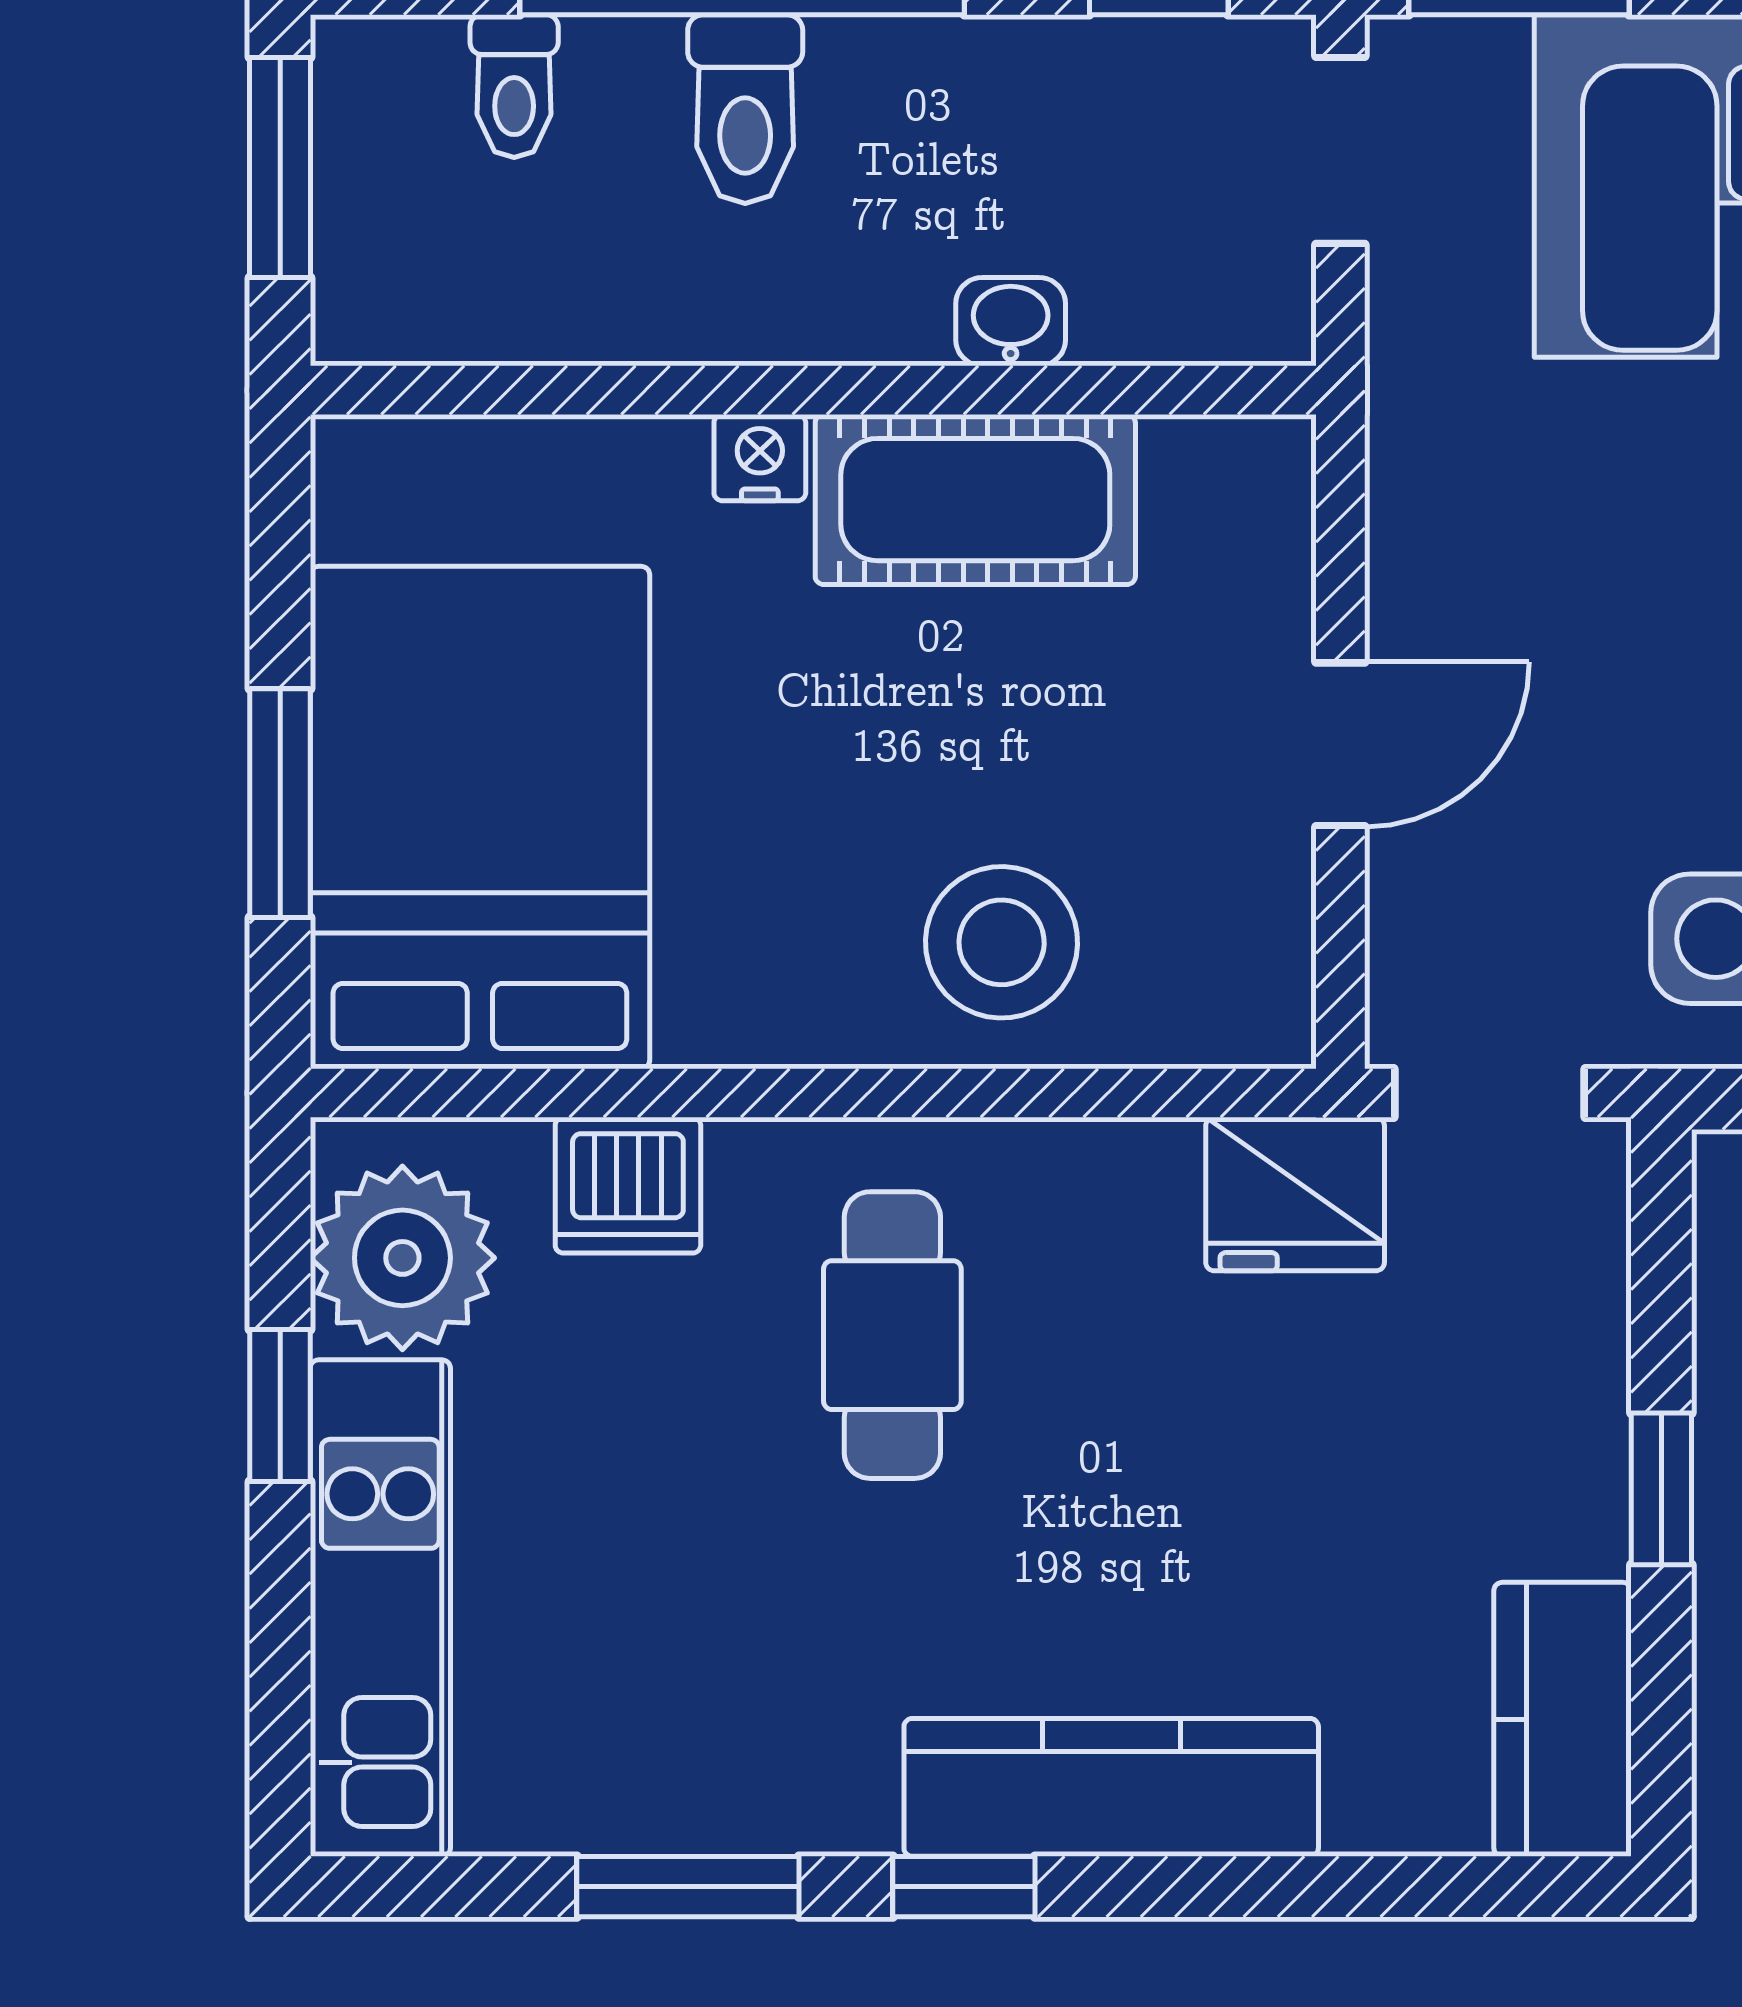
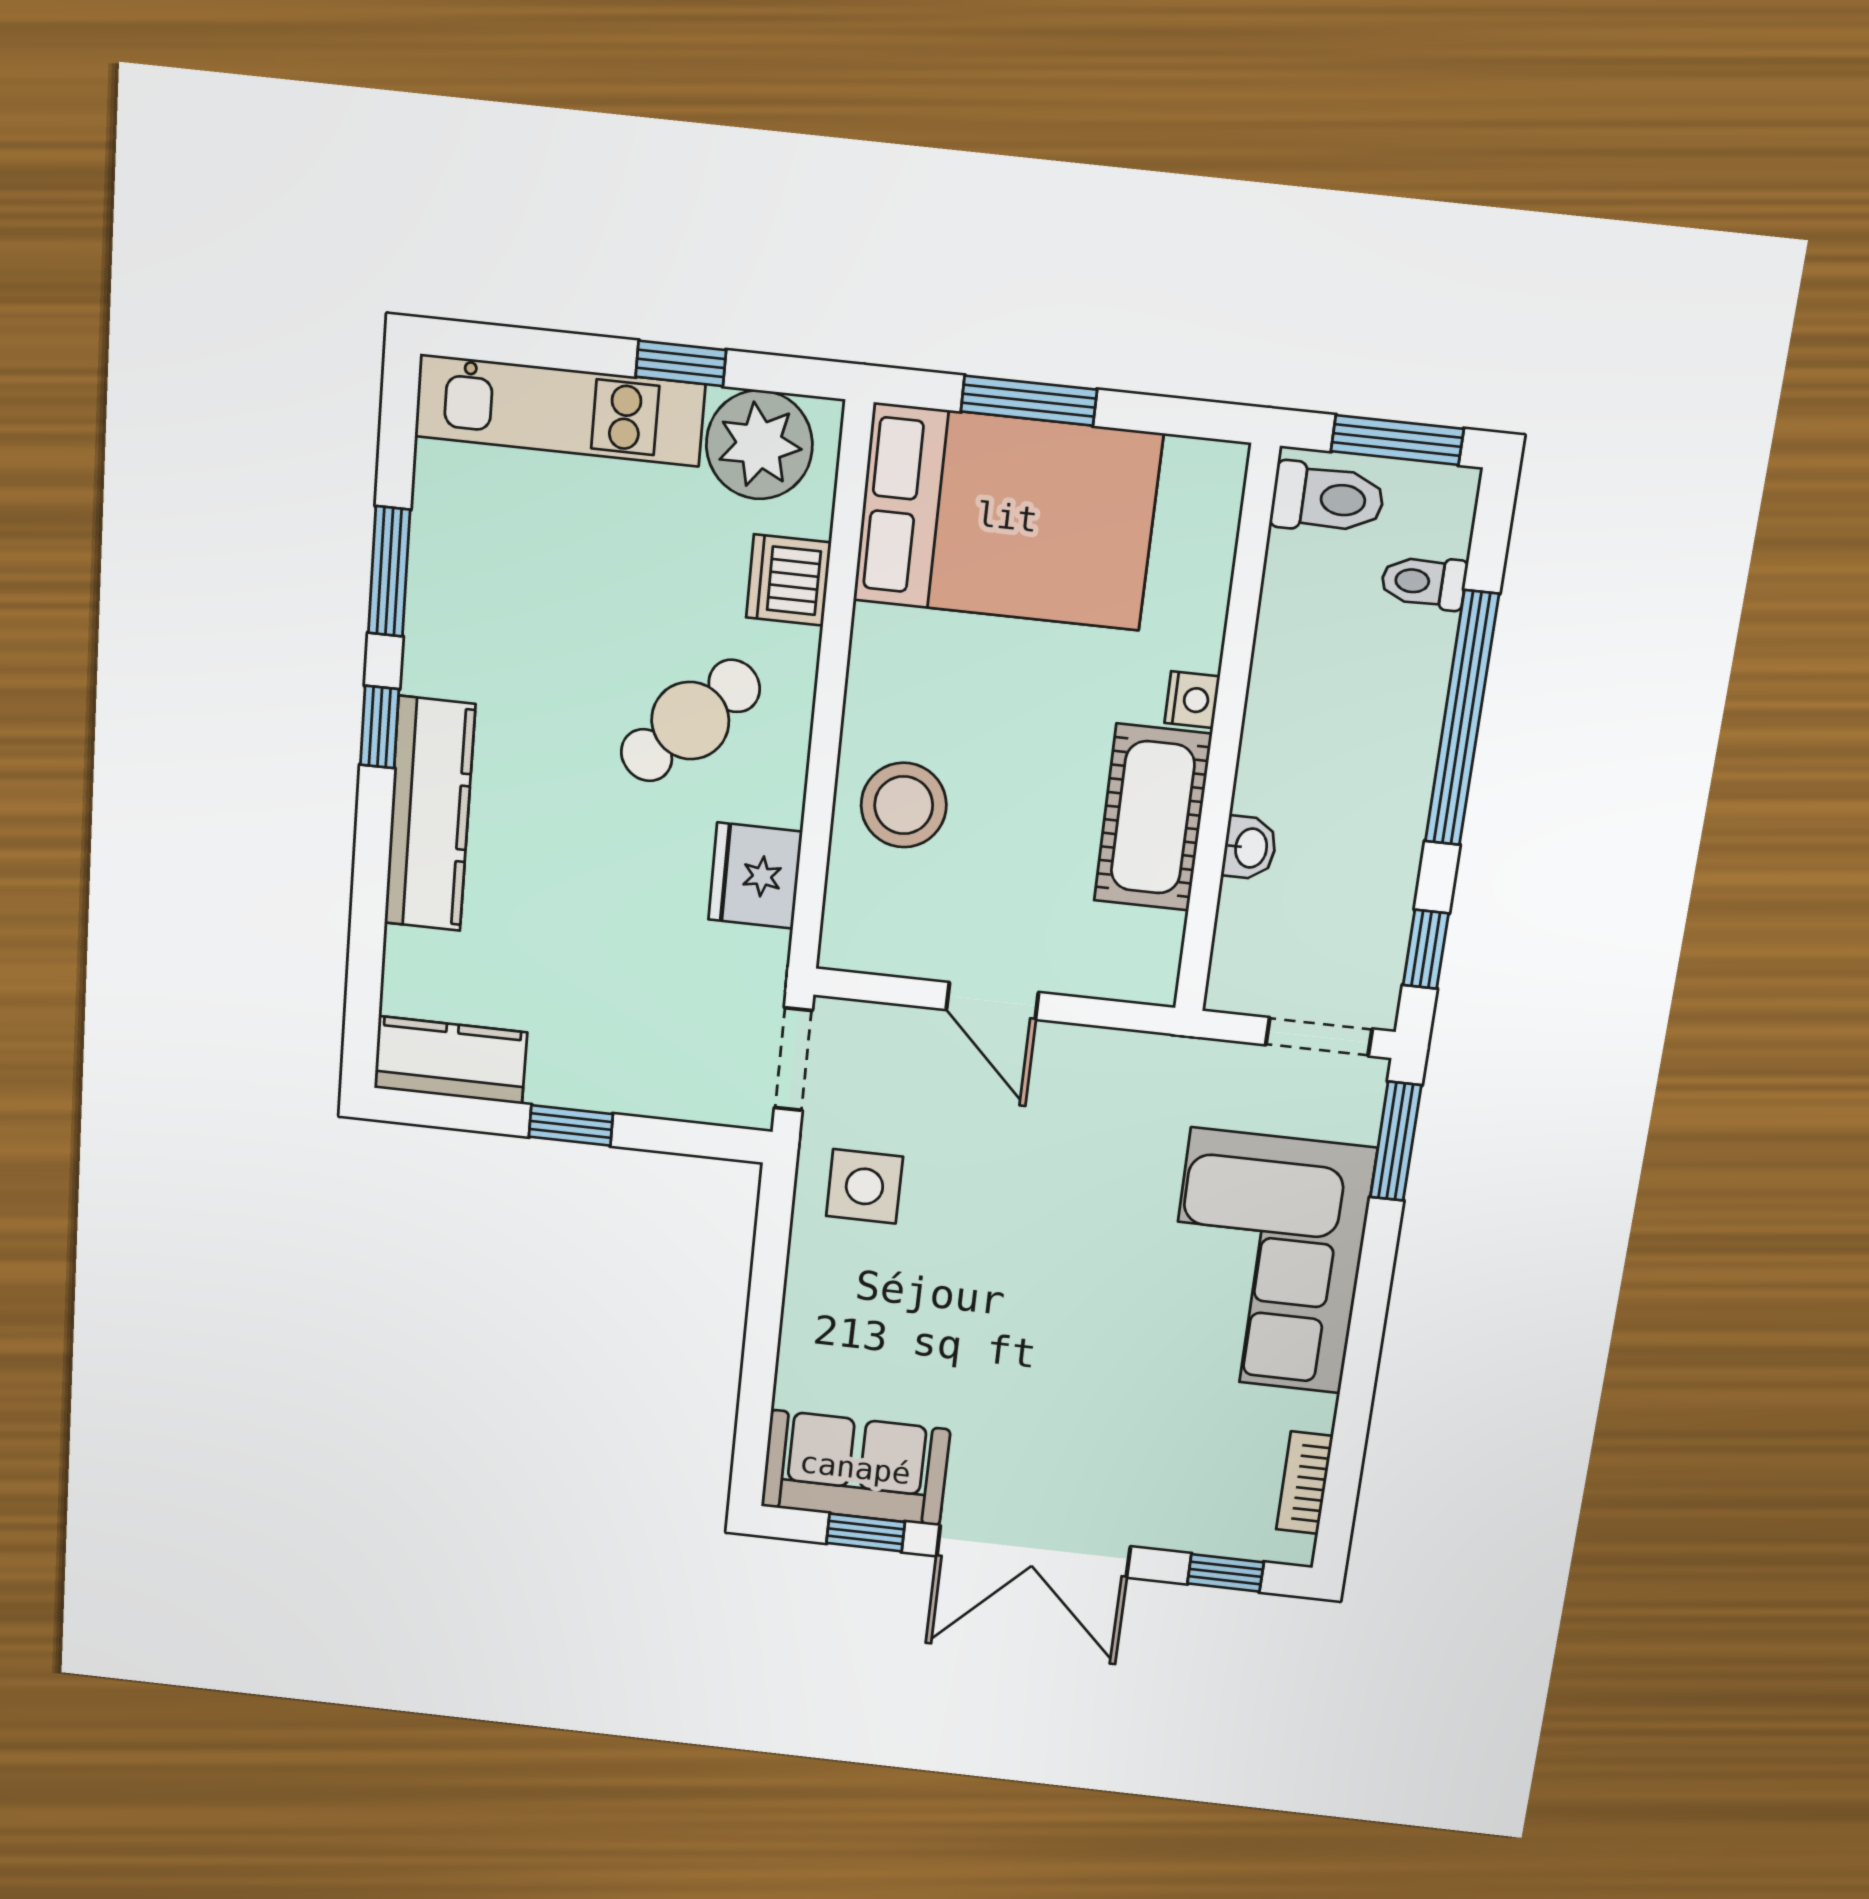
toilet: (745, 109) -> (1328, 498), moved, turned 180
fridge: (1295, 1194) -> (755, 876), moved
cafe table: (892, 1335) -> (690, 721), turned -44

